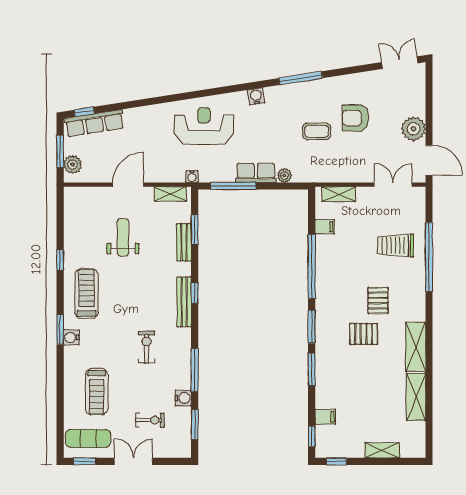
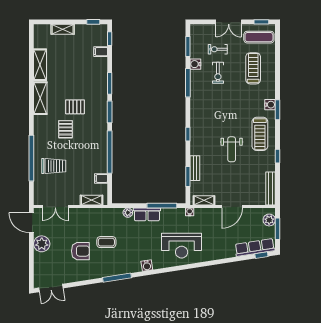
weight bench: (123, 237) -> (232, 149), moved
bench: (184, 302) -> (271, 188), moved
exercise bike: (147, 347) -> (218, 73), moved

